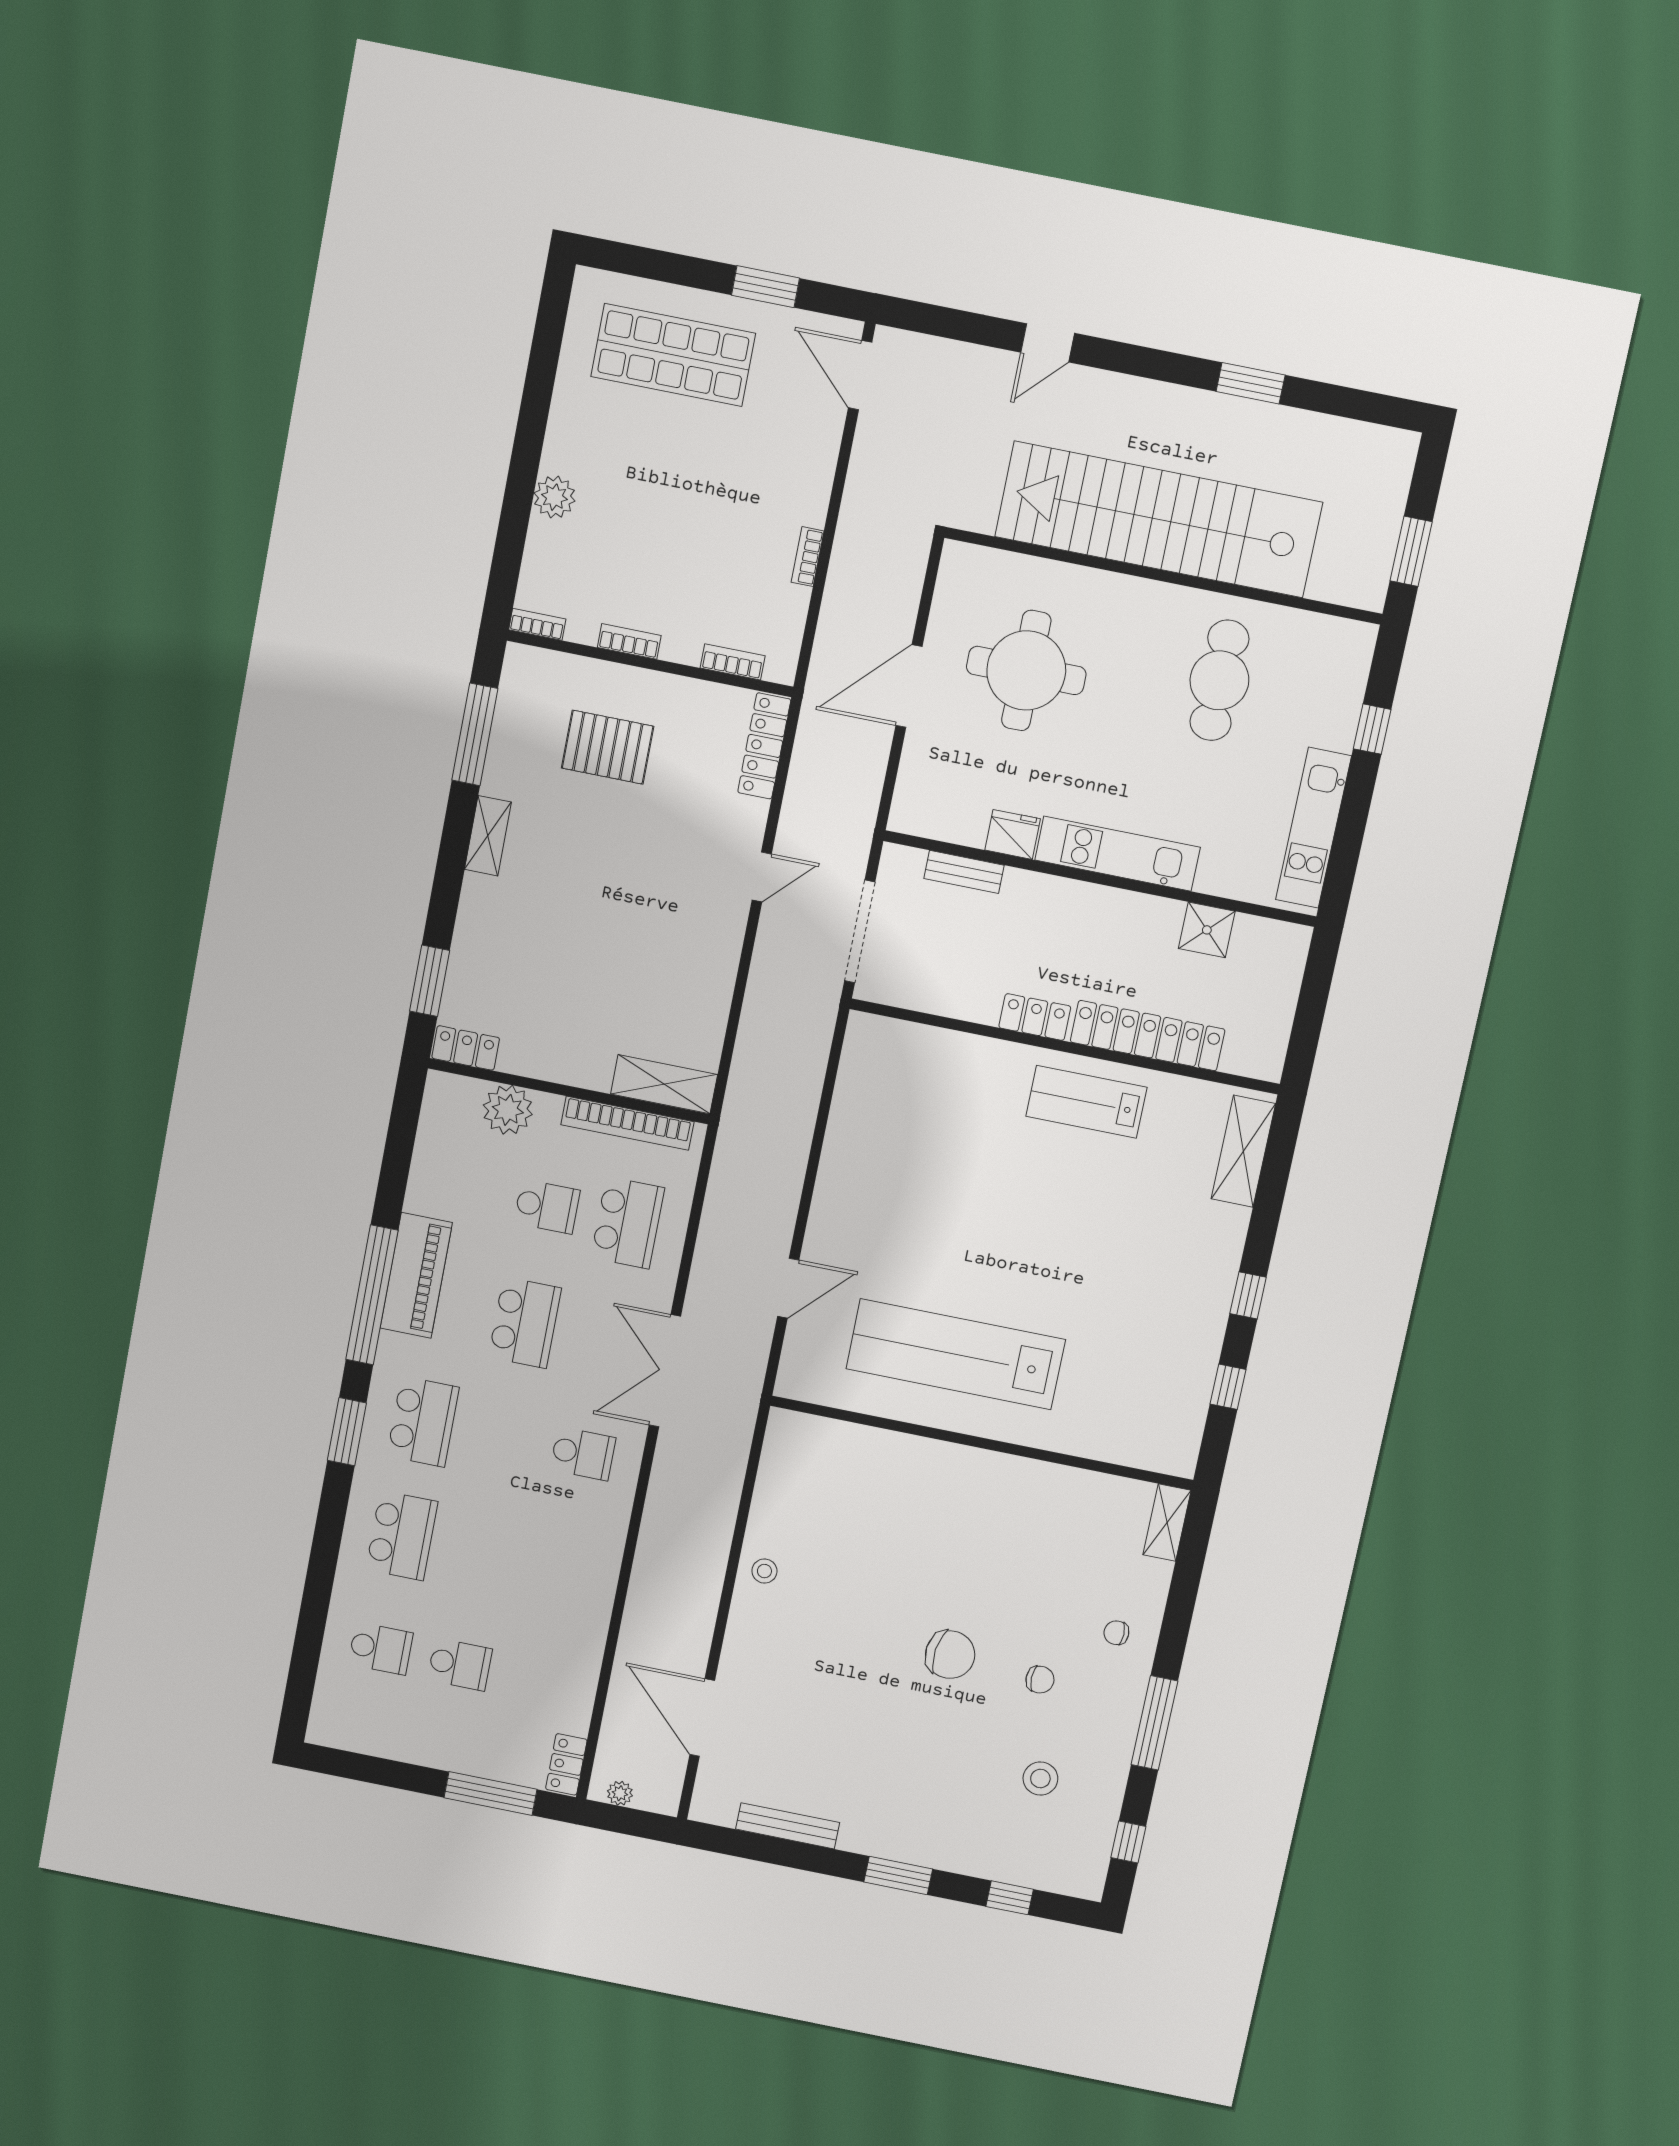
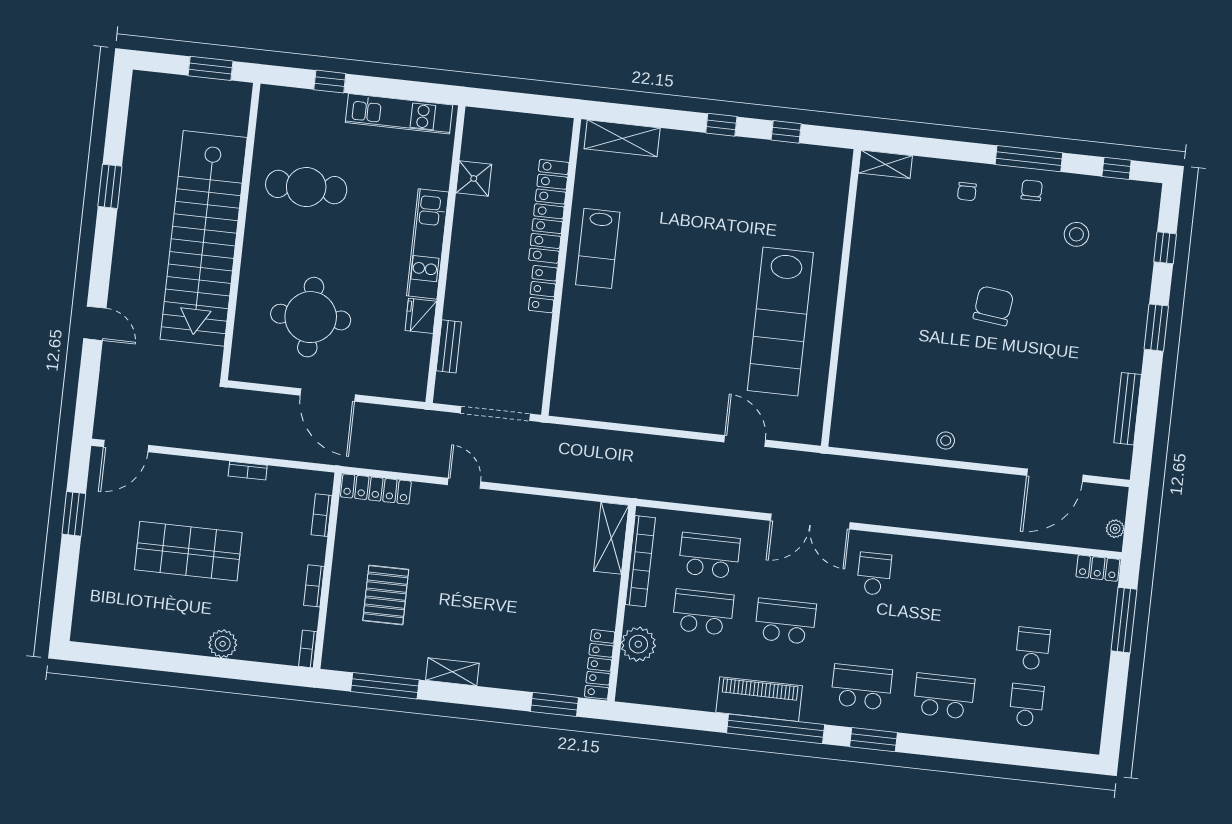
shop shelf: (673, 355) -> (188, 551), moved, turned 90
locker: (466, 1048) -> (600, 664), width x1.53
school desk: (547, 1207) -> (703, 612), width x1.85
chair: (1040, 1680) -> (1032, 190), moved

